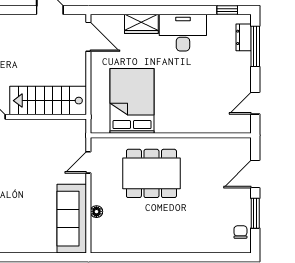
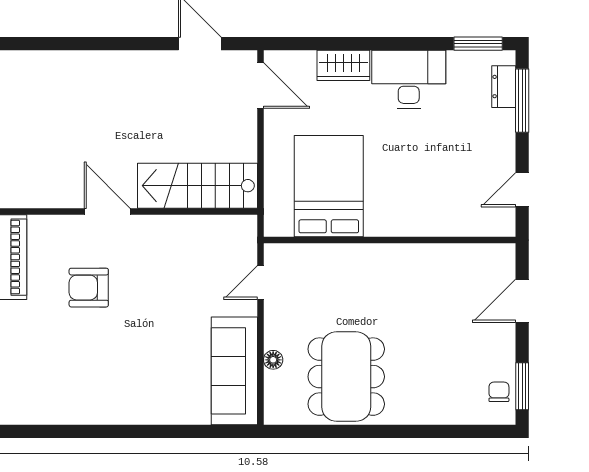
window: (227, 10) -> (478, 44), width x1.50
dining table: (151, 173) -> (346, 377), moved, turned 90
window: (255, 213) -> (522, 386), moved

